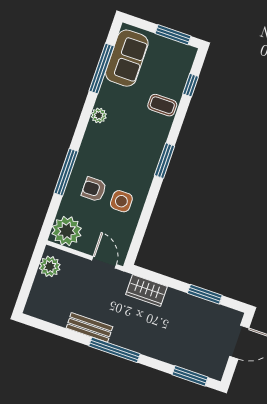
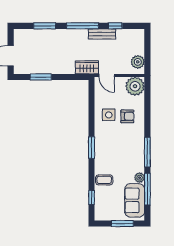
window: (173, 35) -> (122, 224), moved
plant: (99, 115) -> (140, 178), moved
window: (66, 172) -> (147, 152), moved
wardrobe: (147, 290) -> (87, 67), moved
window: (65, 333) -> (115, 26), added
window: (190, 376) -> (45, 26), moved

